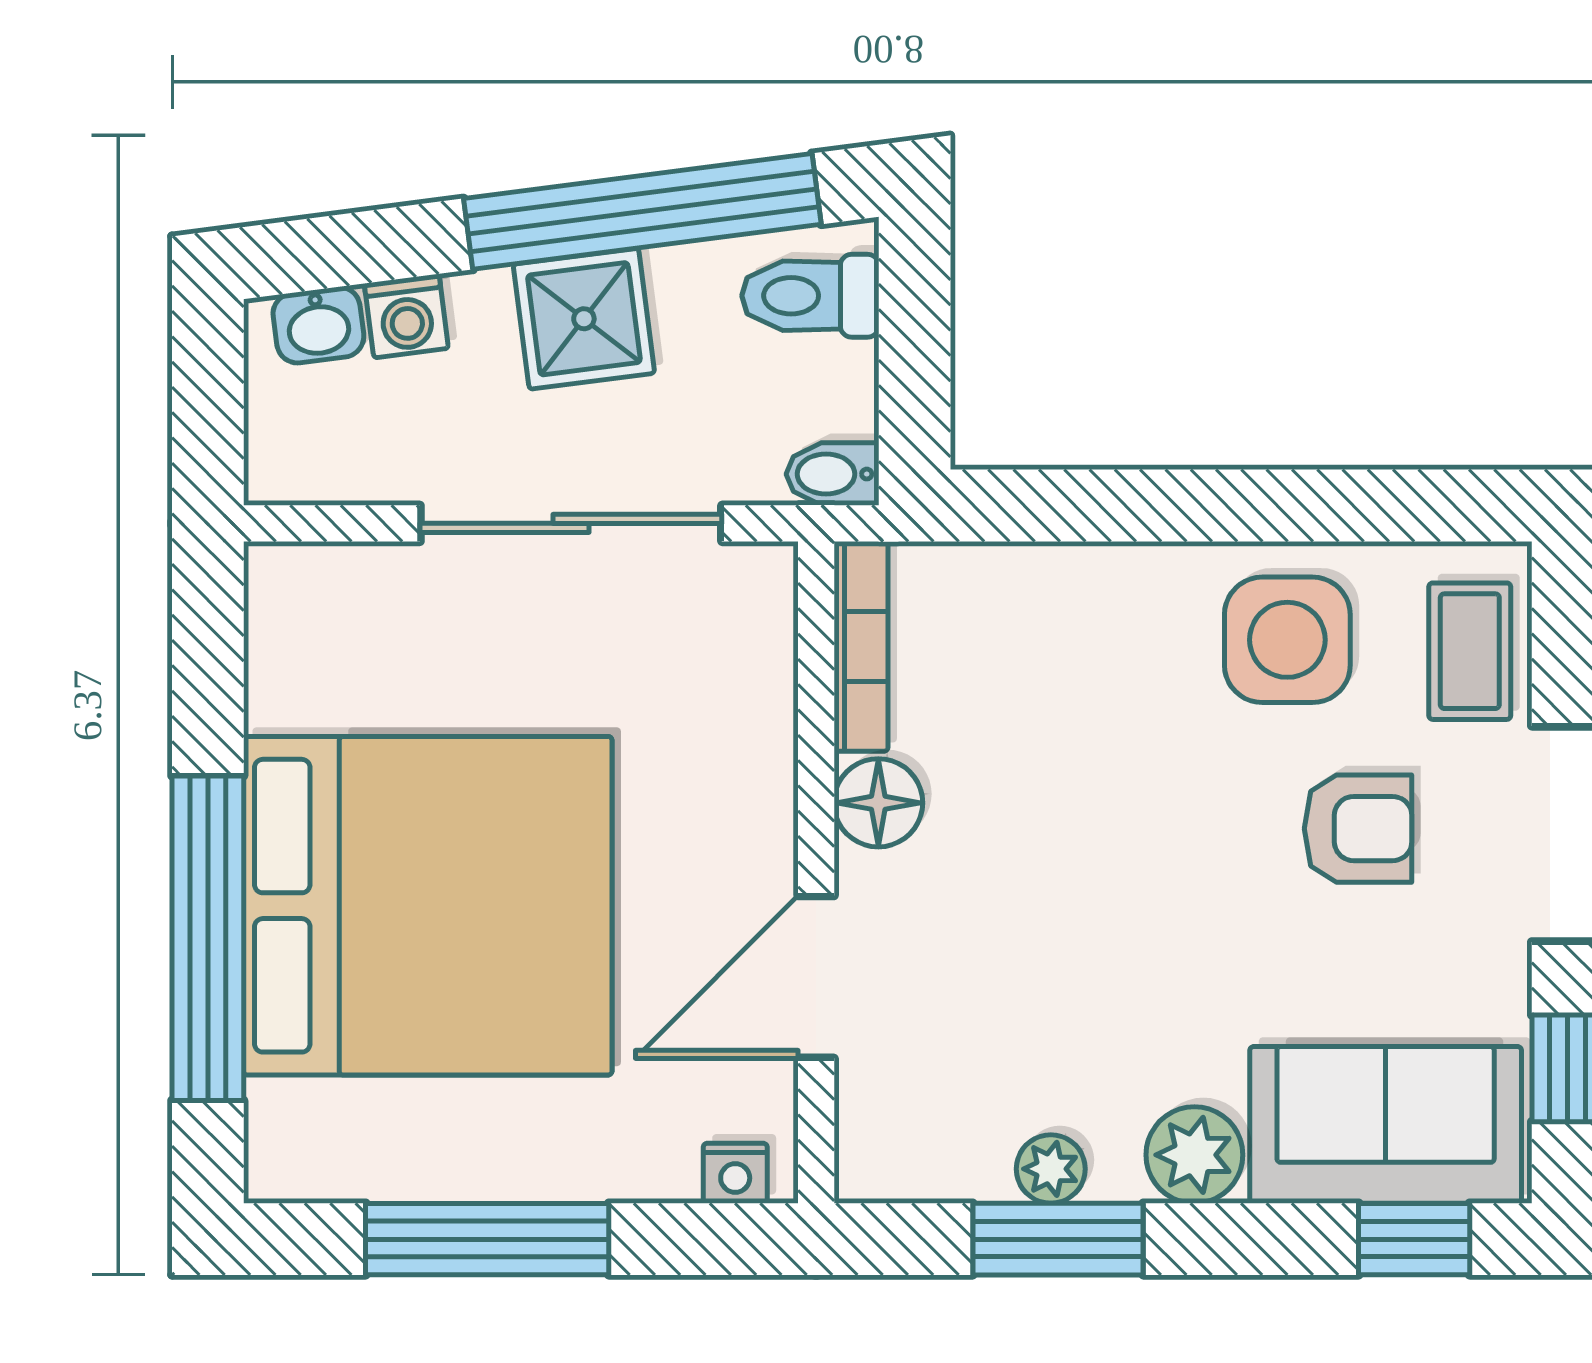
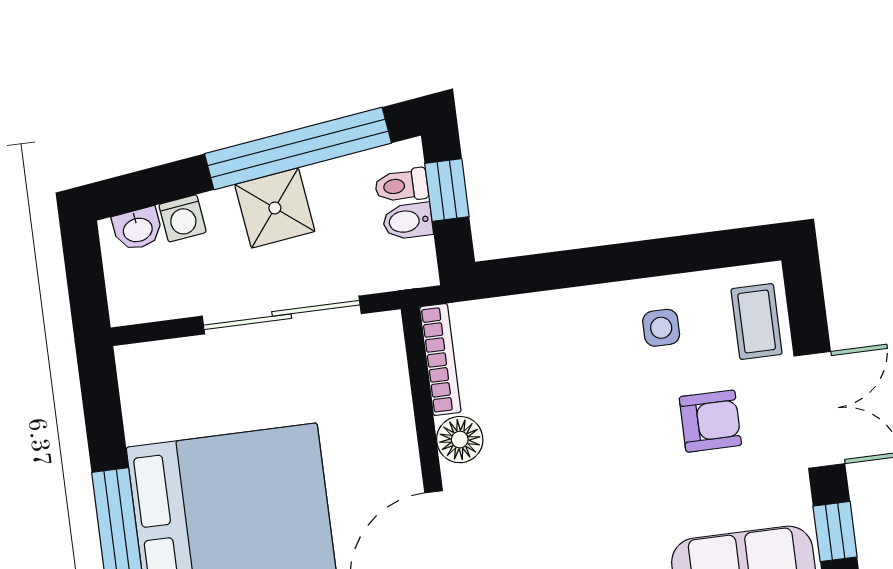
toilet: (810, 296) -> (401, 186), width x0.73, depth x0.72
window: (915, 327) -> (447, 190), added
bidet: (832, 474) -> (408, 221), moved
side table: (1287, 640) -> (661, 328), width x0.54, depth x0.54

